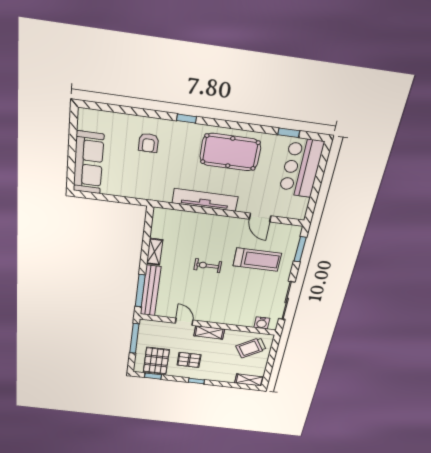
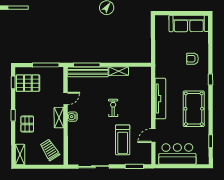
sofa: (88, 163) -> (189, 23), moved
bar counter: (301, 168) -> (177, 154), moved
water cooler: (262, 323) -> (72, 117), moved
pallet: (189, 360) -> (27, 124), moved

